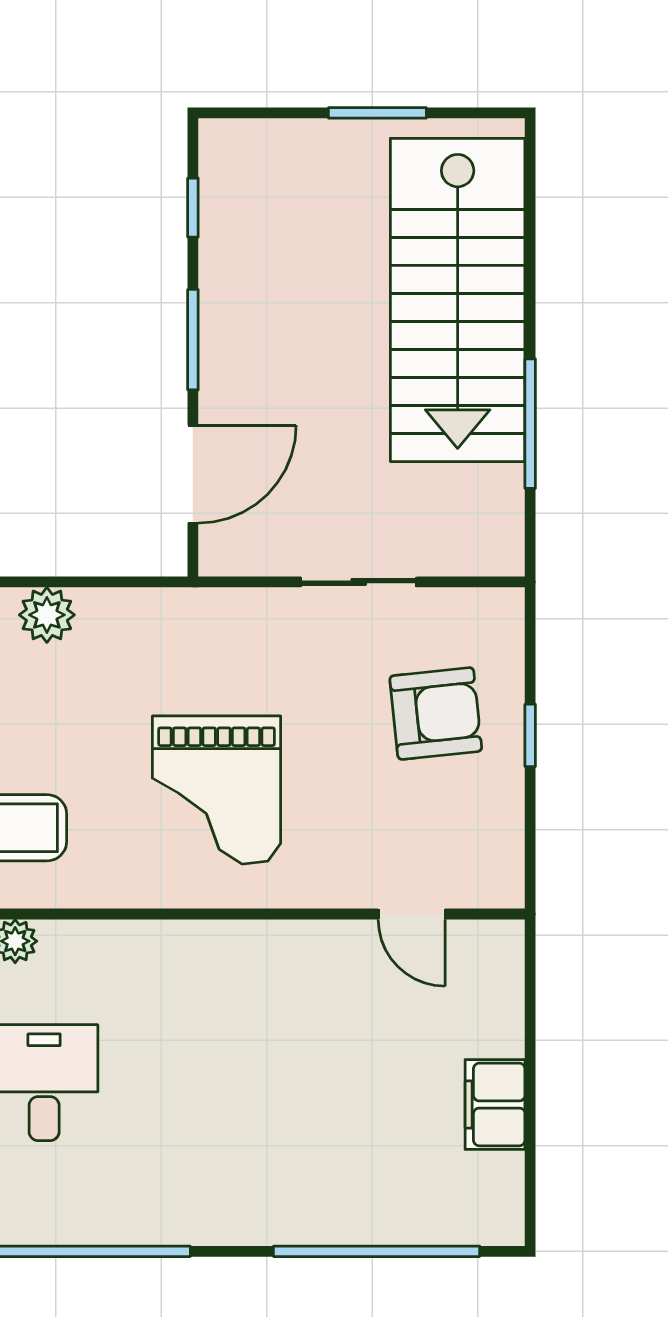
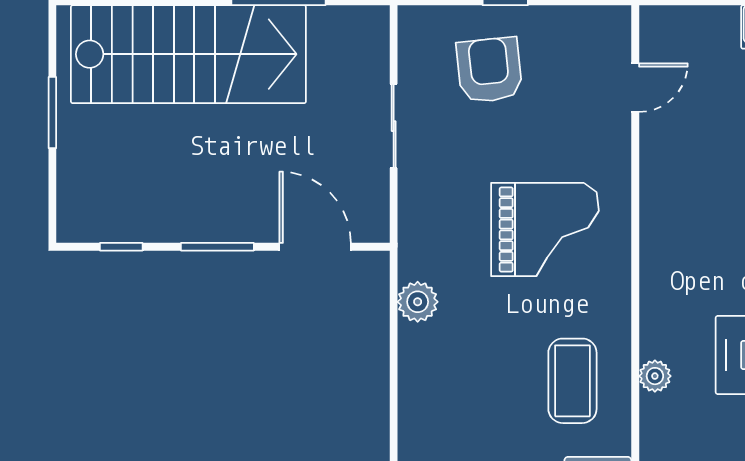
plant: (47, 615) -> (418, 302), moved

